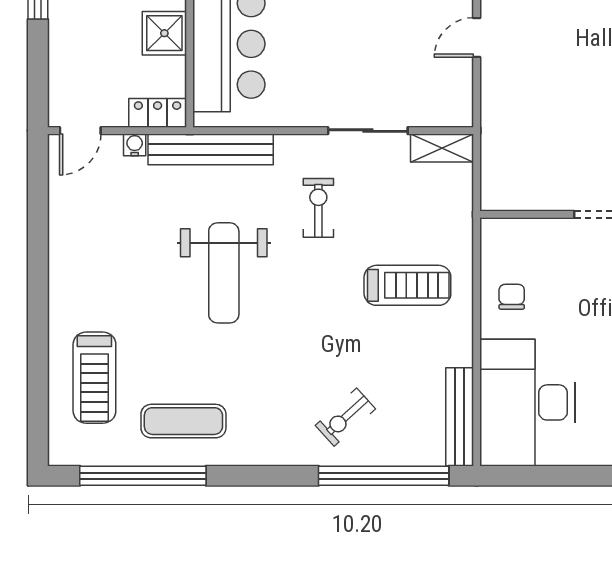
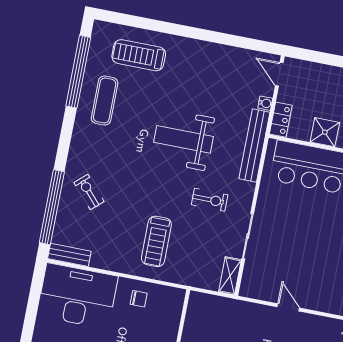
bench: (460, 417) -> (69, 255), width x0.73

